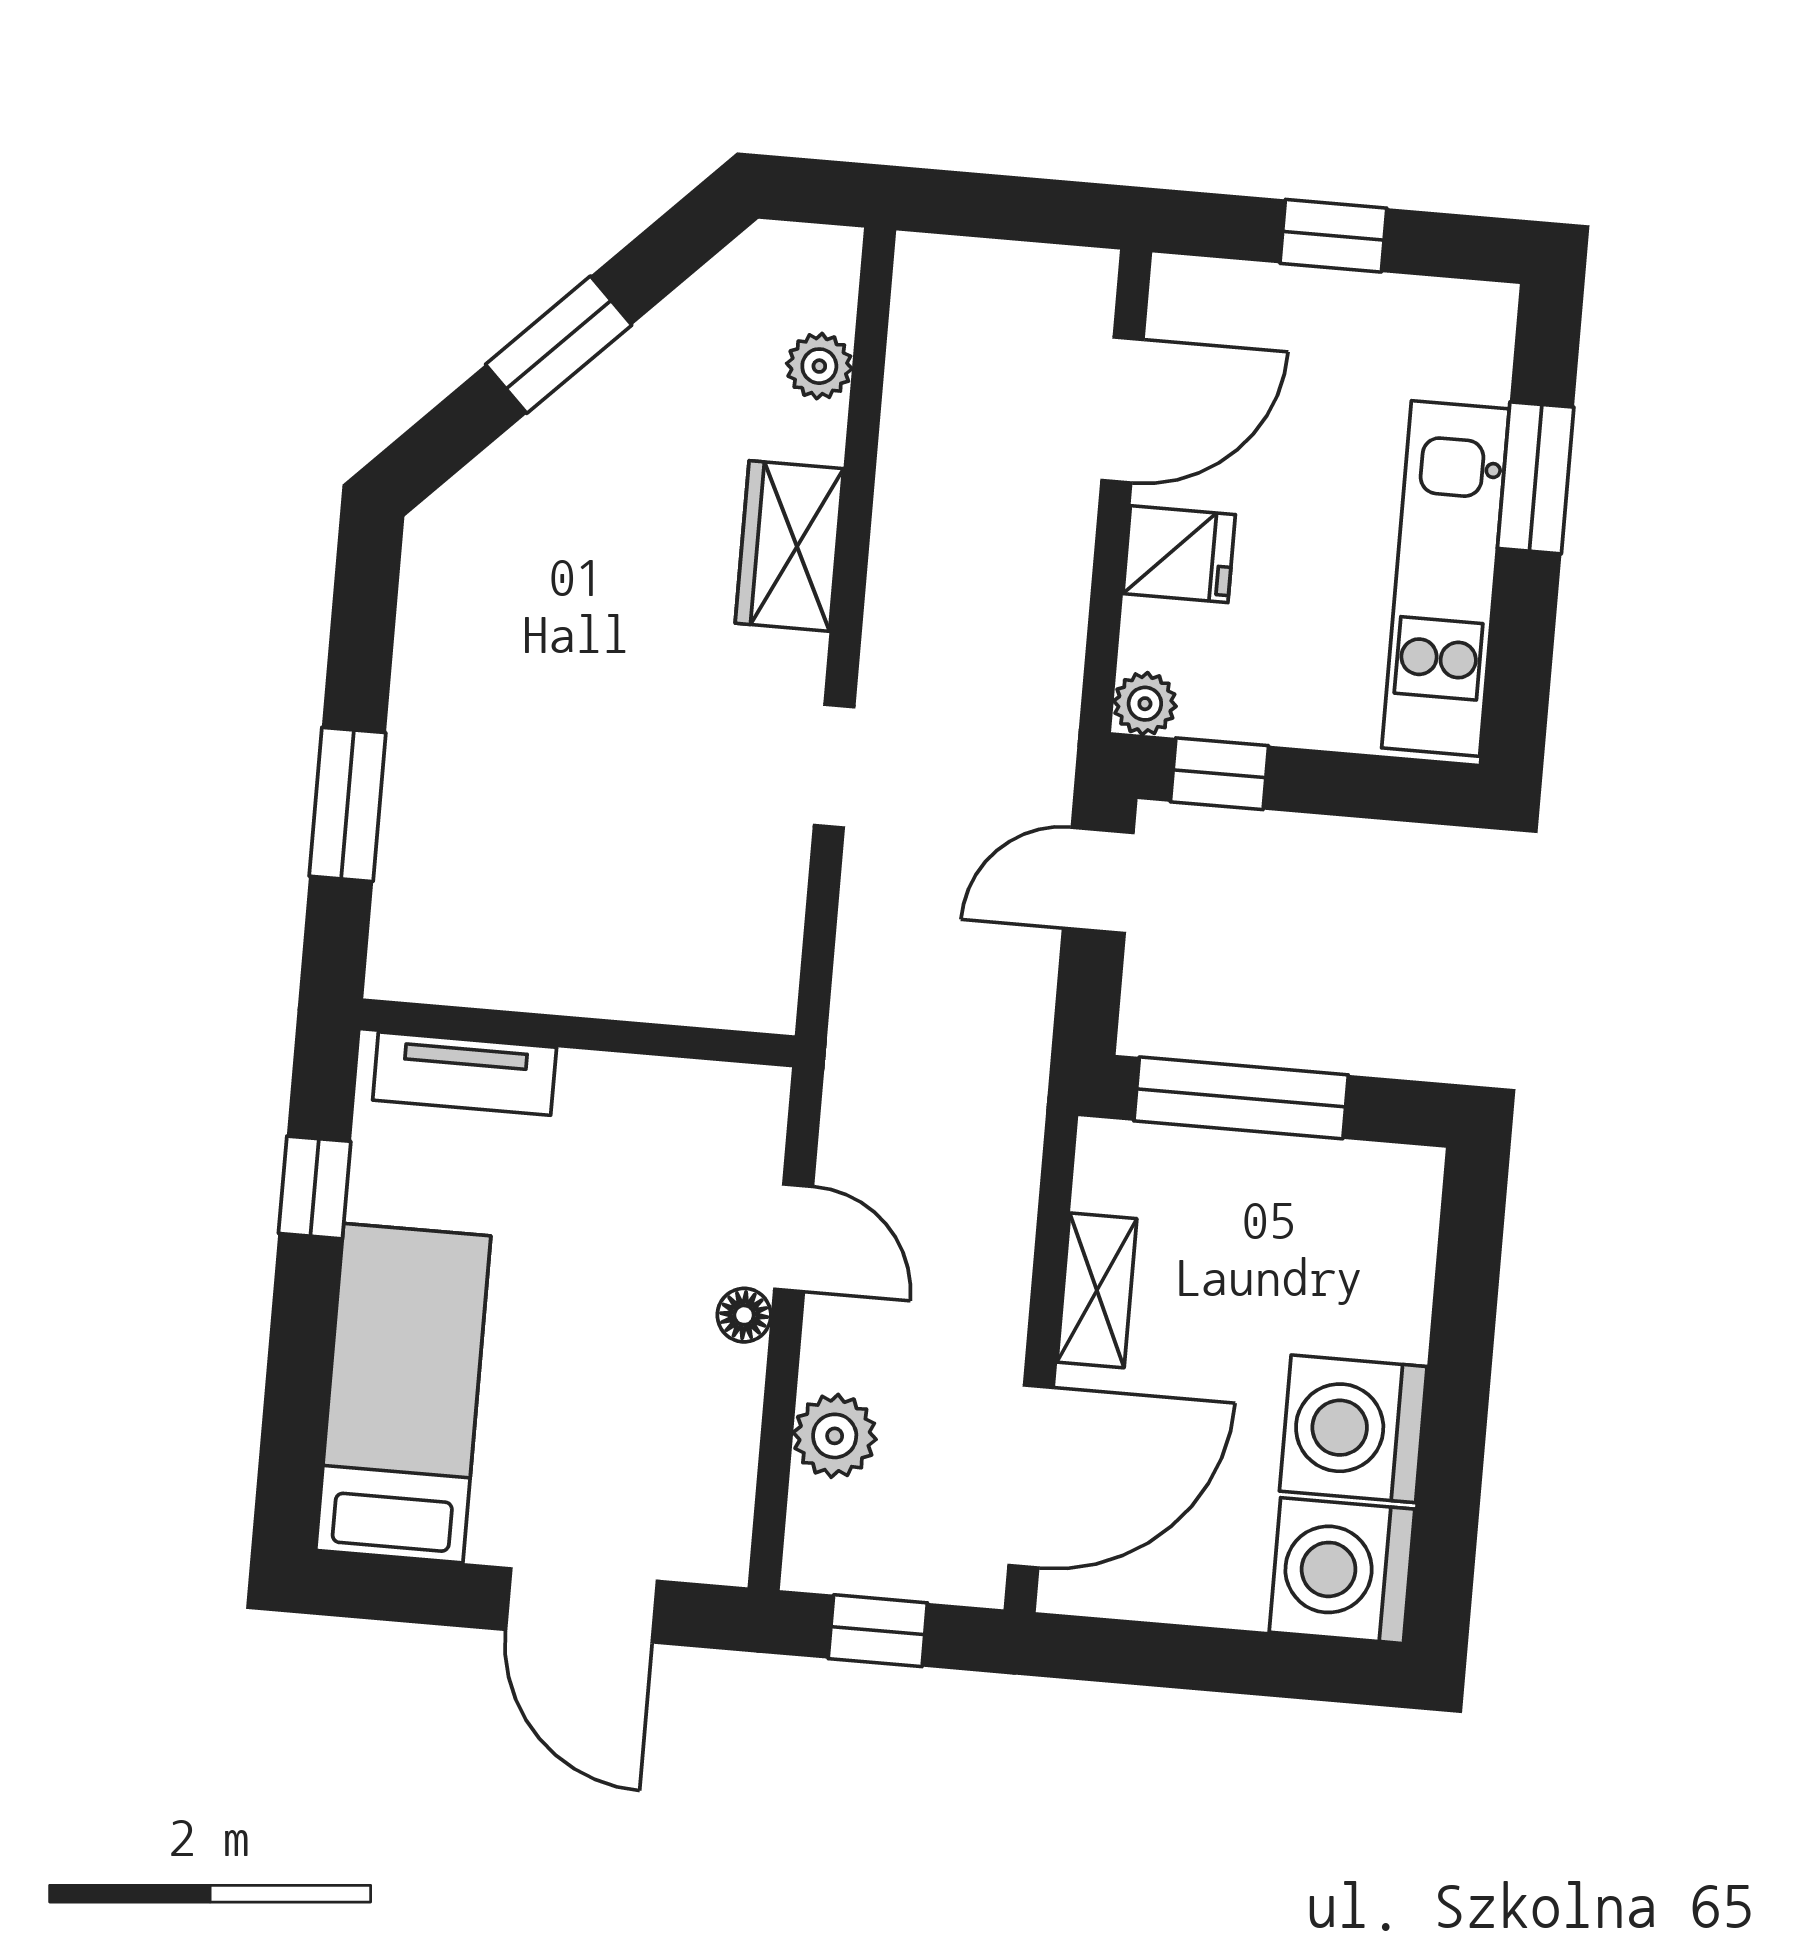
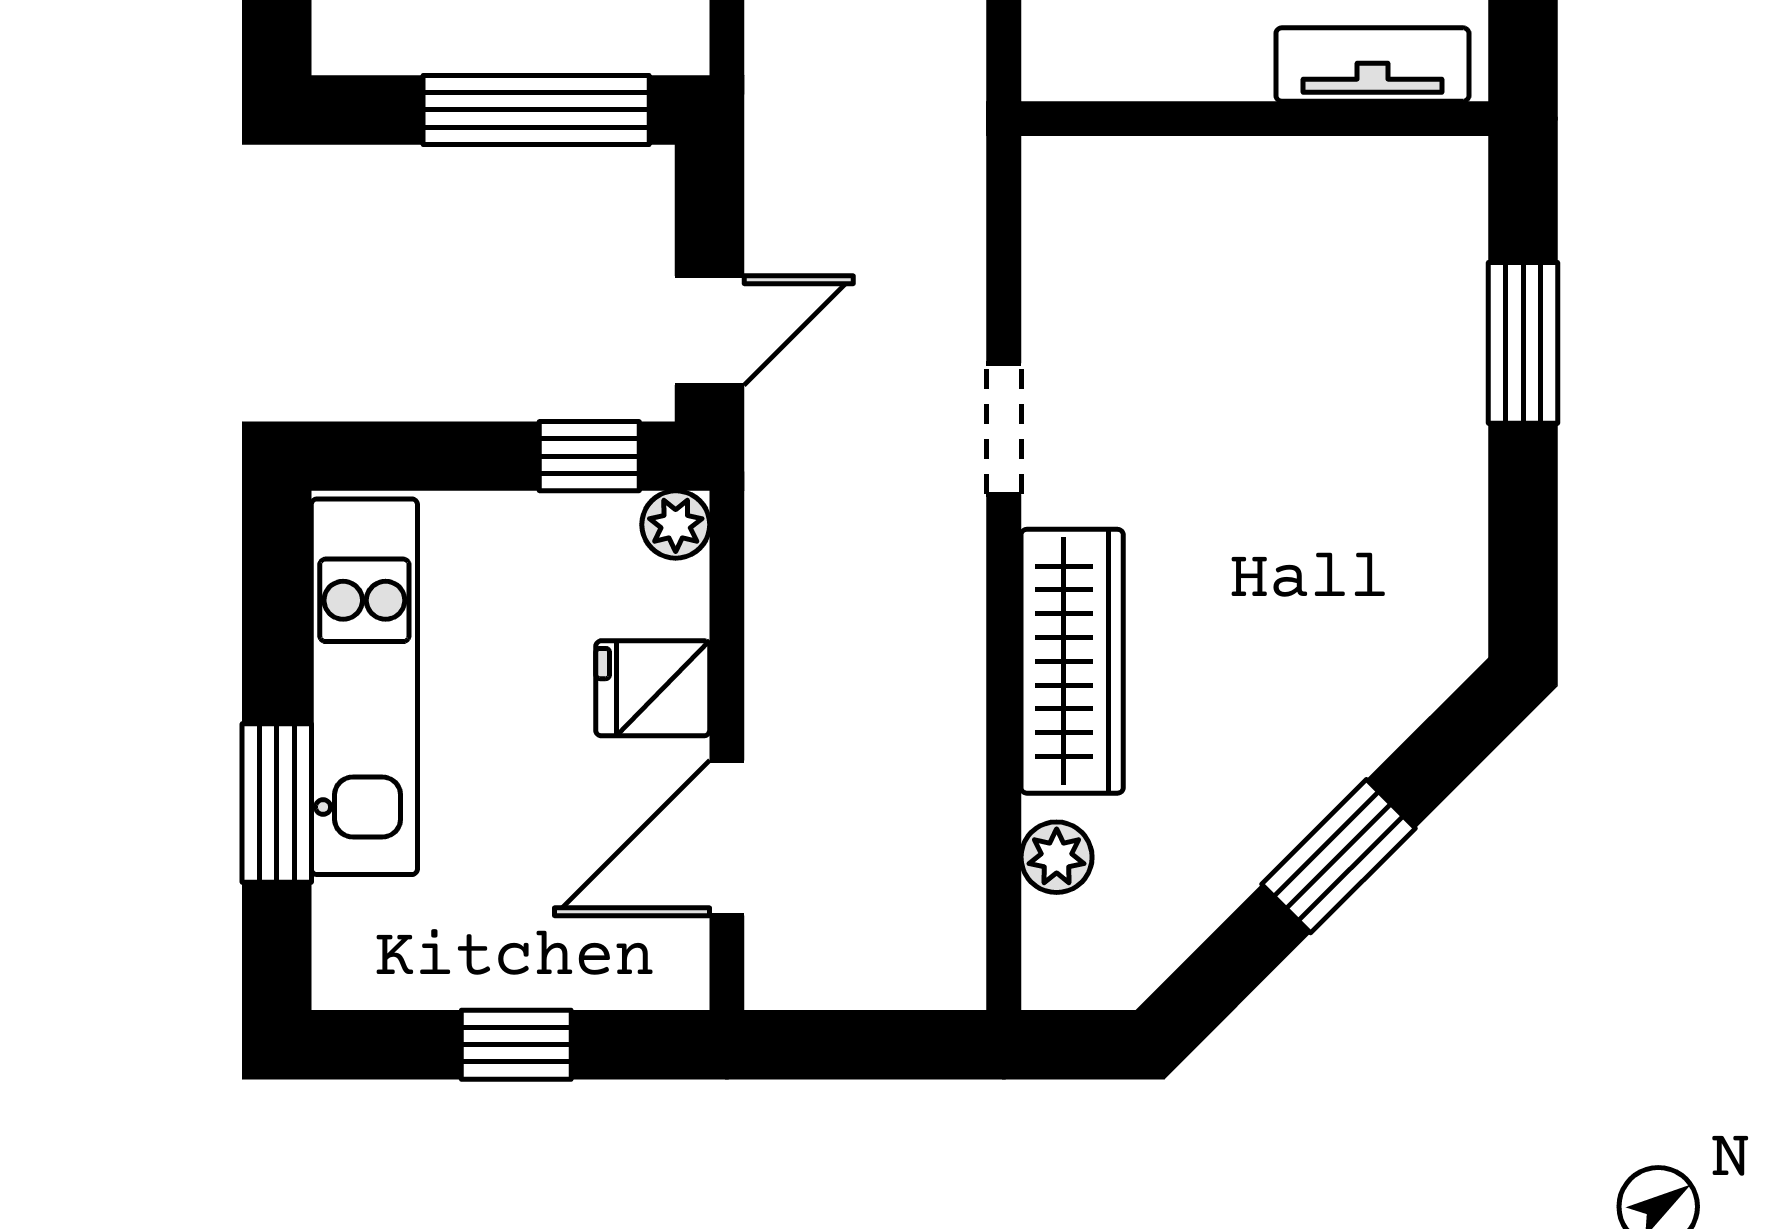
wardrobe: (789, 546) -> (1072, 661), width x1.50

